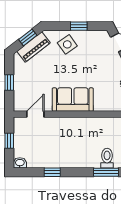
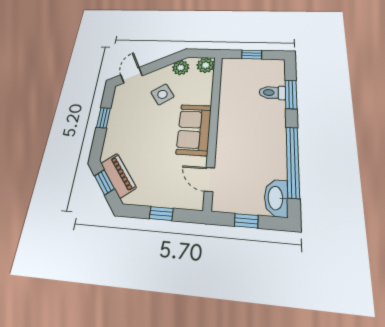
side table: (67, 44) -> (162, 94), moved
washbasin: (20, 163) -> (276, 198), width x1.91, depth x1.45
window: (52, 172) -> (293, 162), width x3.17

